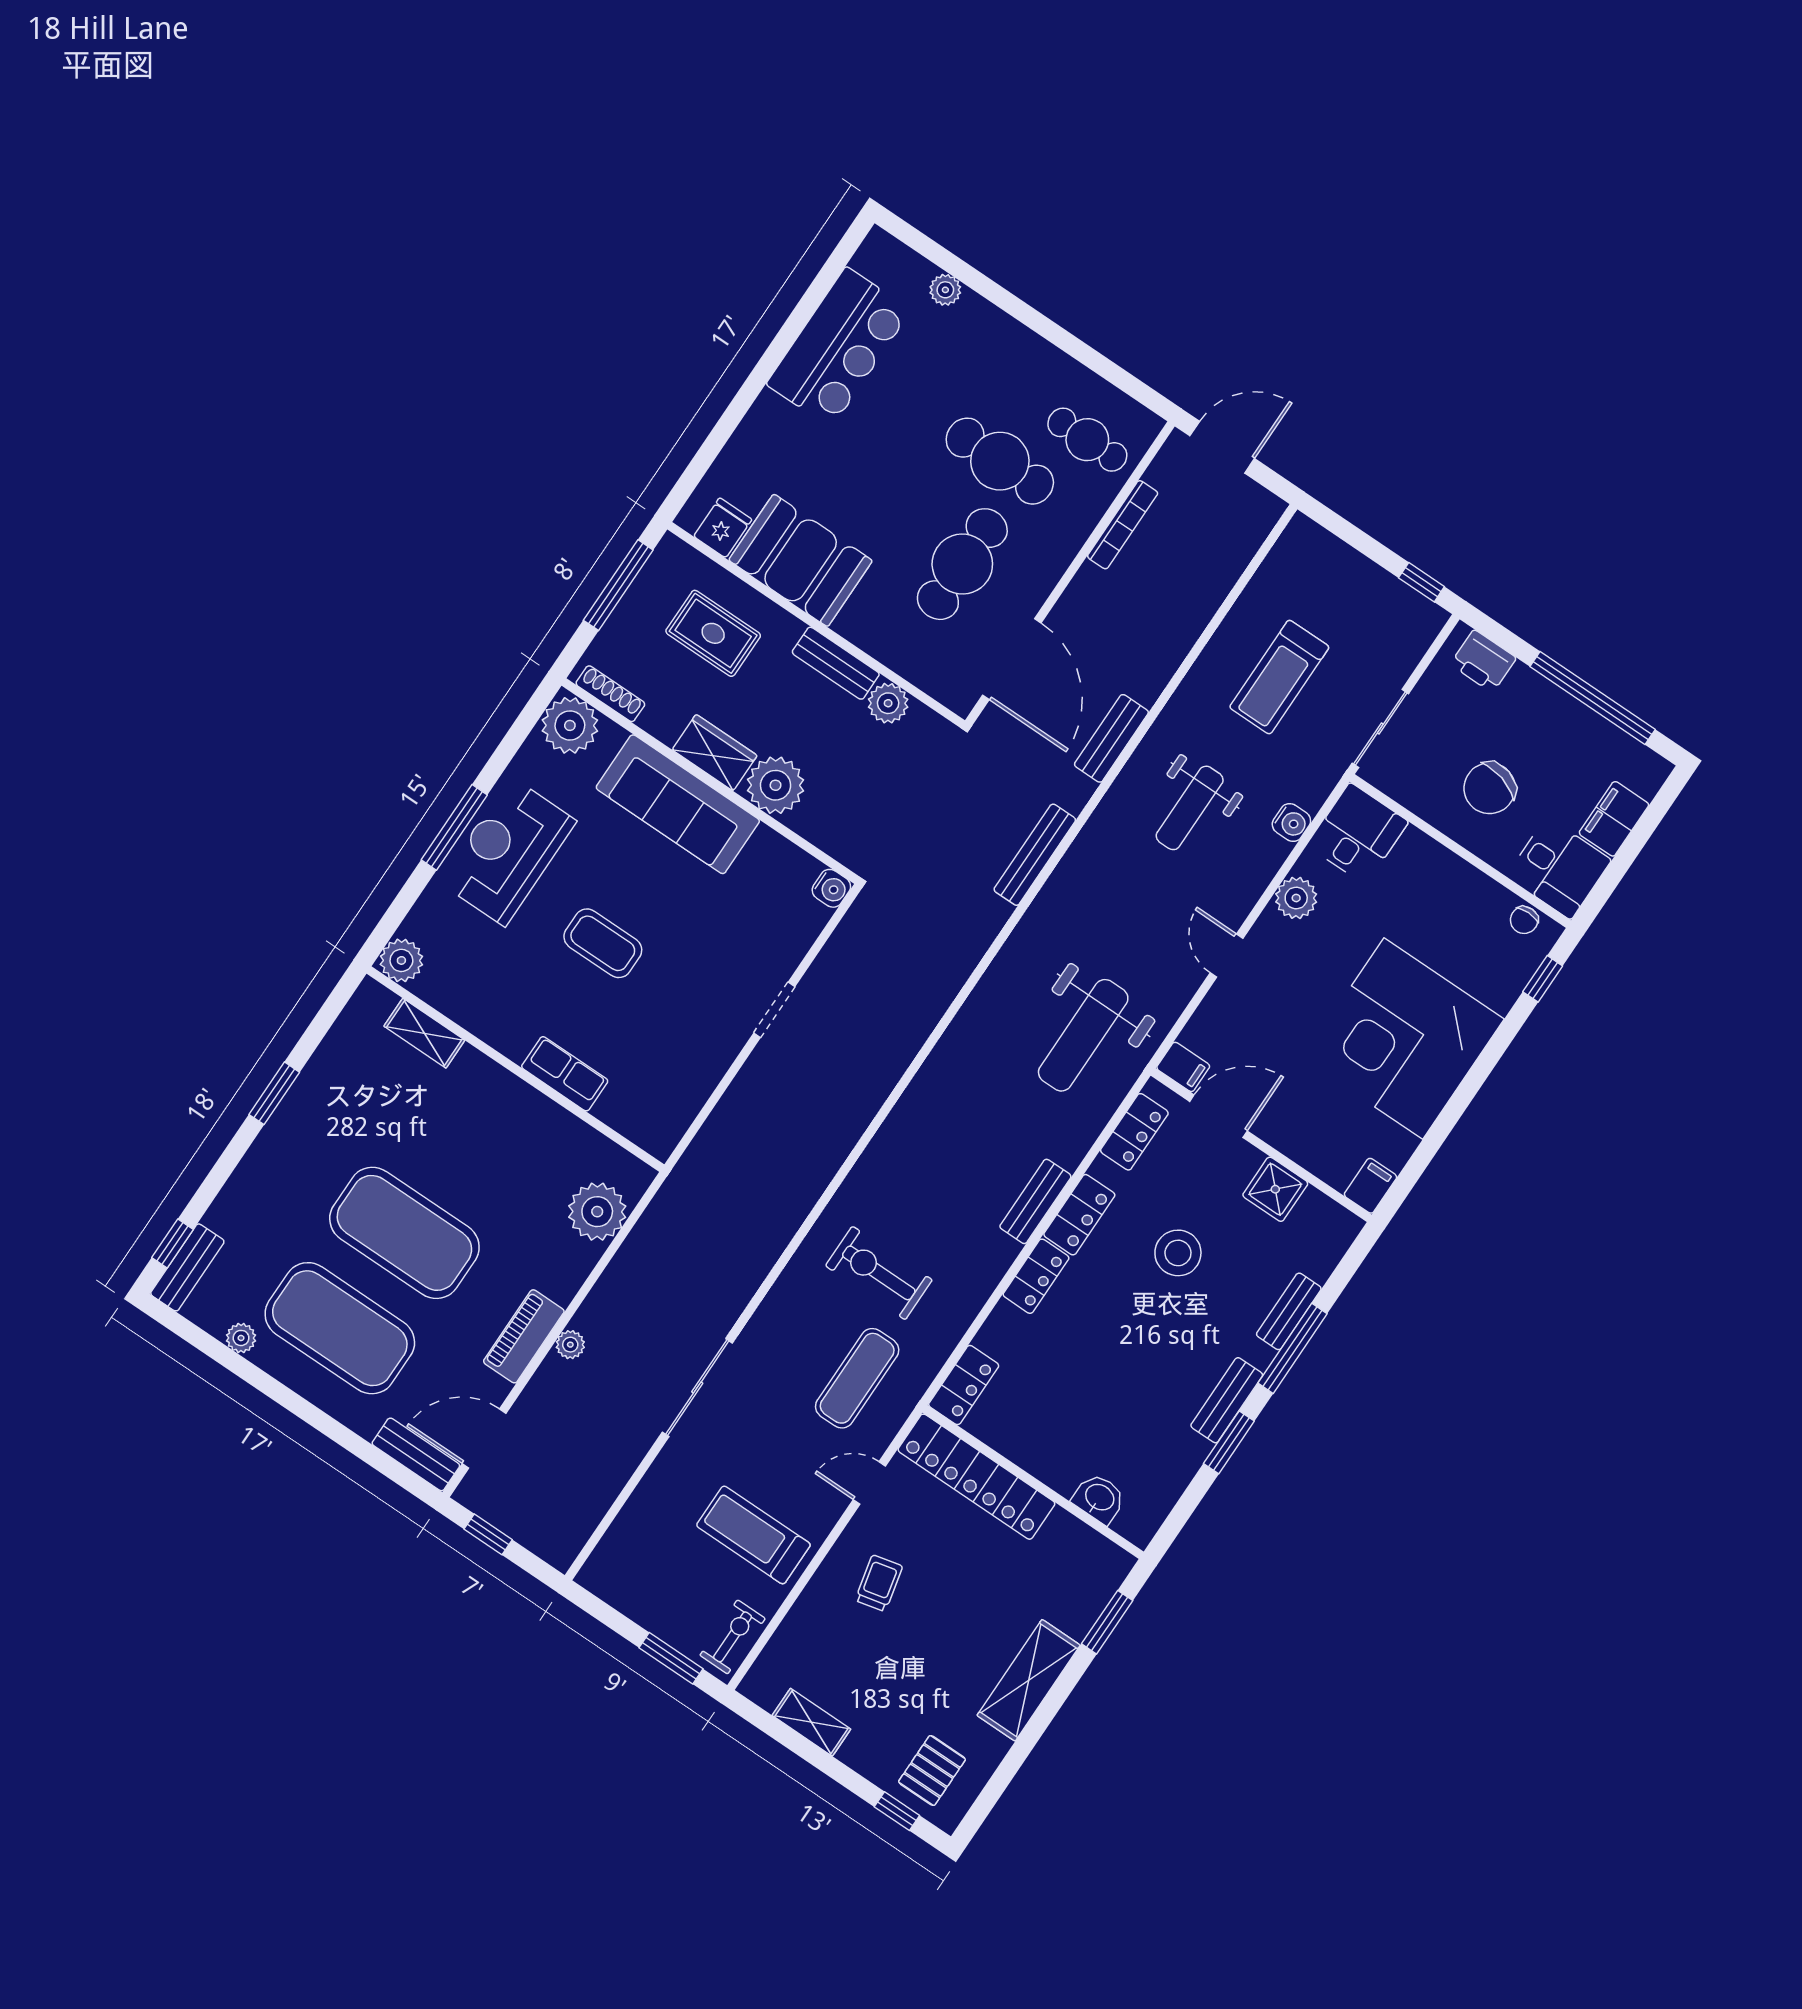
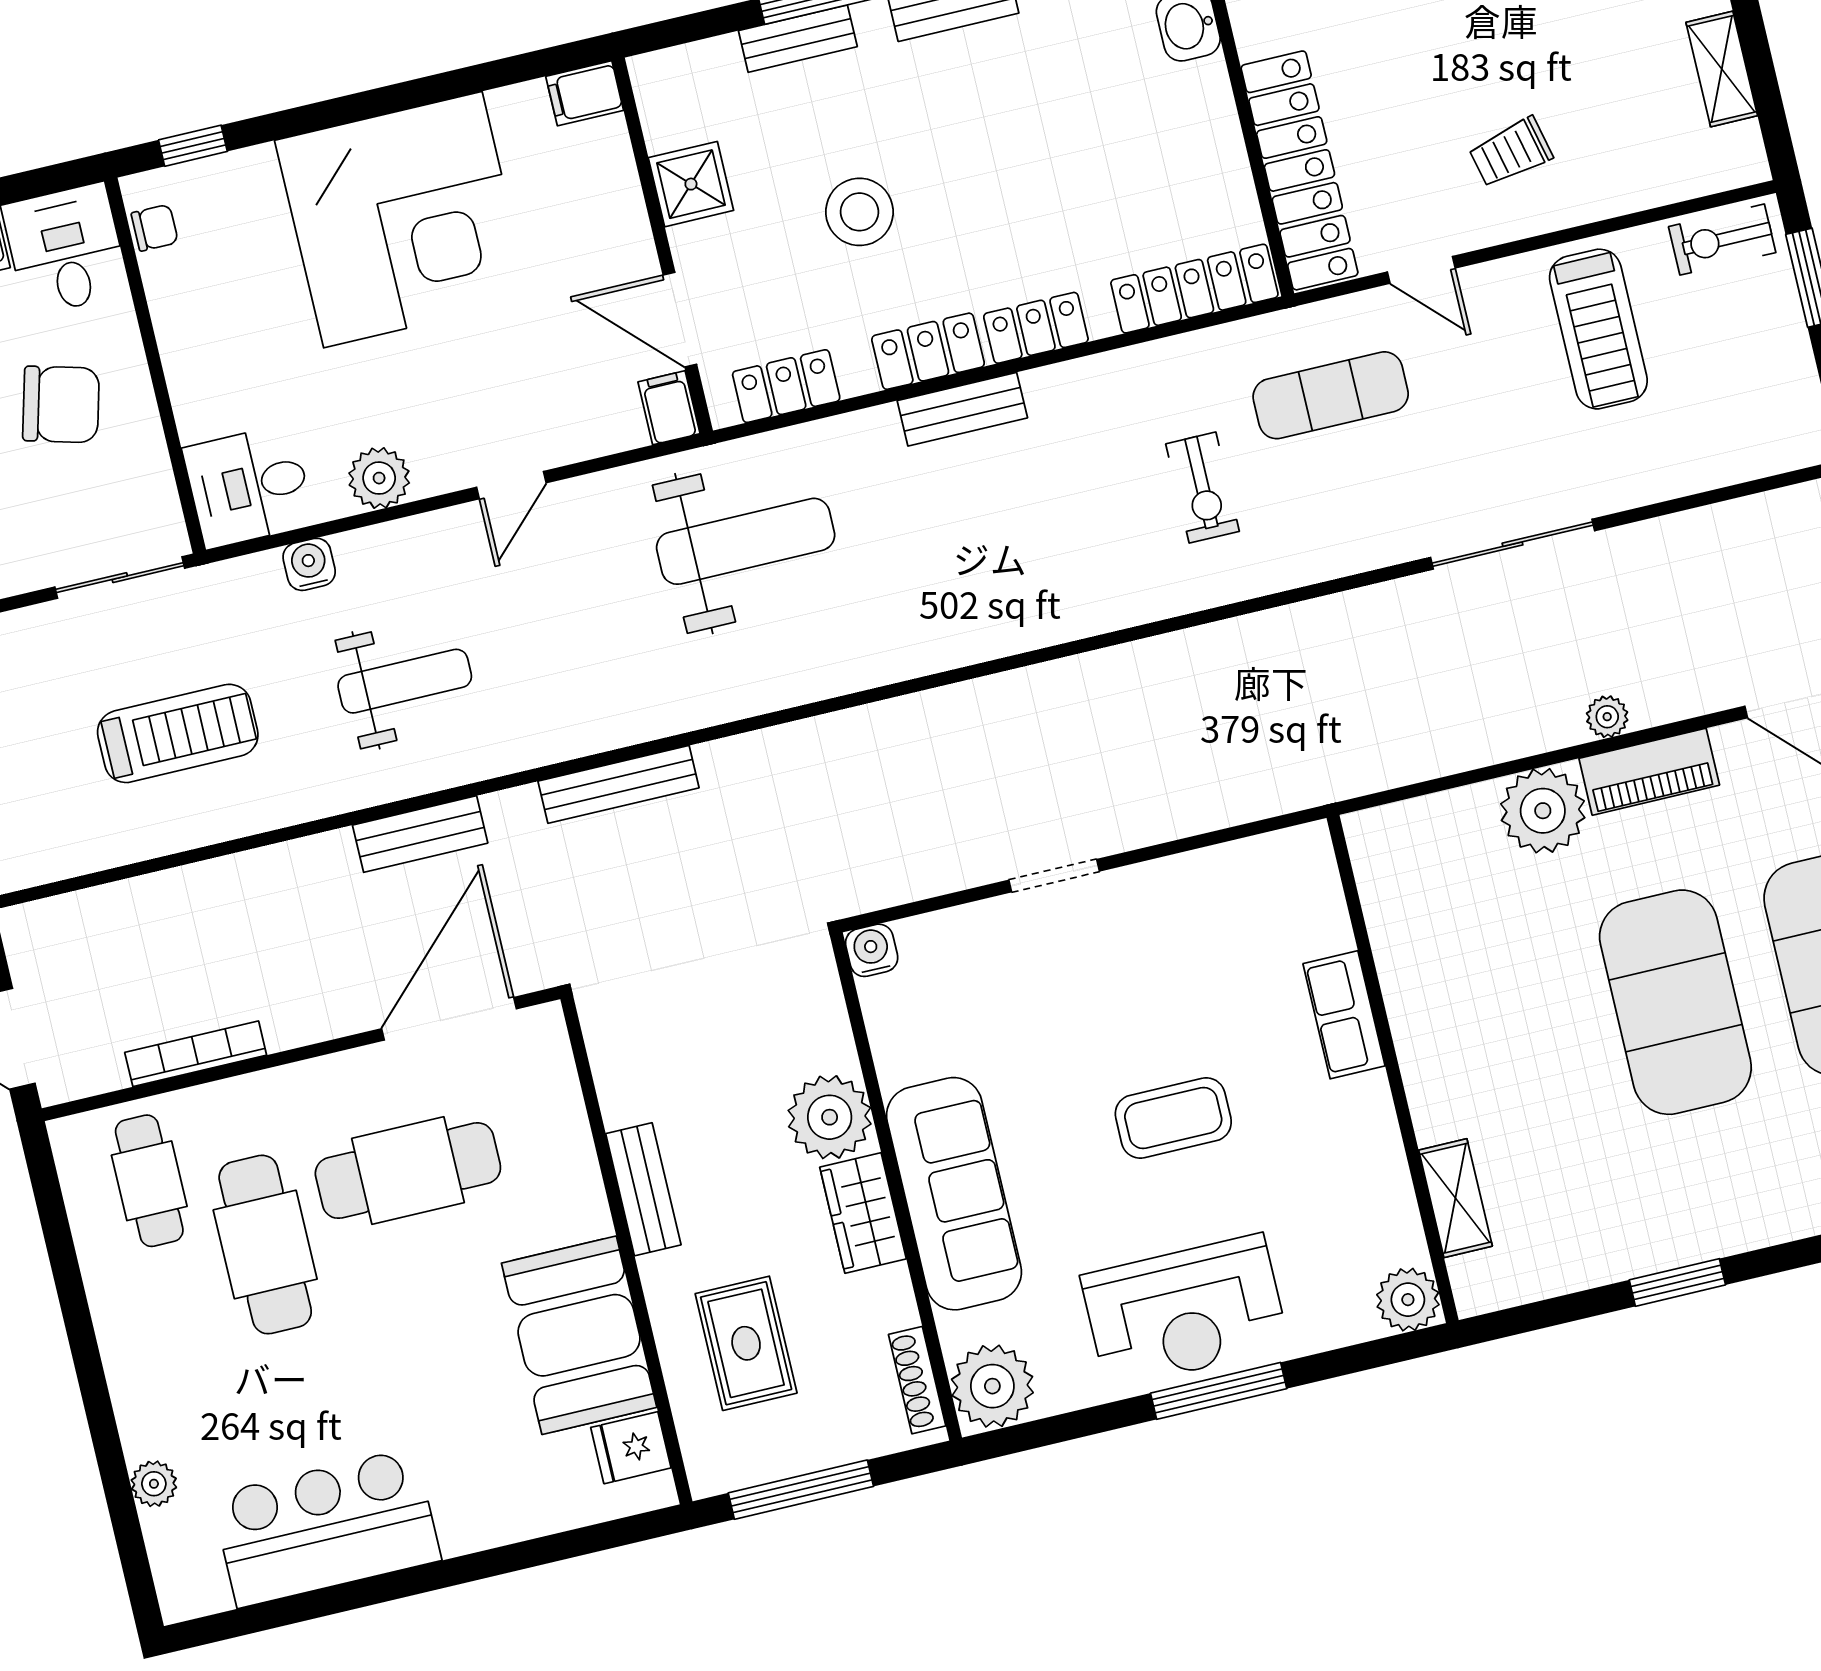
plant: (888, 703) -> (626, 1094), removed
coffee table: (603, 943) -> (1173, 1118), turned 90
plant: (597, 1212) -> (1543, 811), moved
exercise bike: (879, 1273) -> (1203, 488), width x0.73, depth x0.72
locker: (964, 1385) -> (1194, 289), width x1.53

